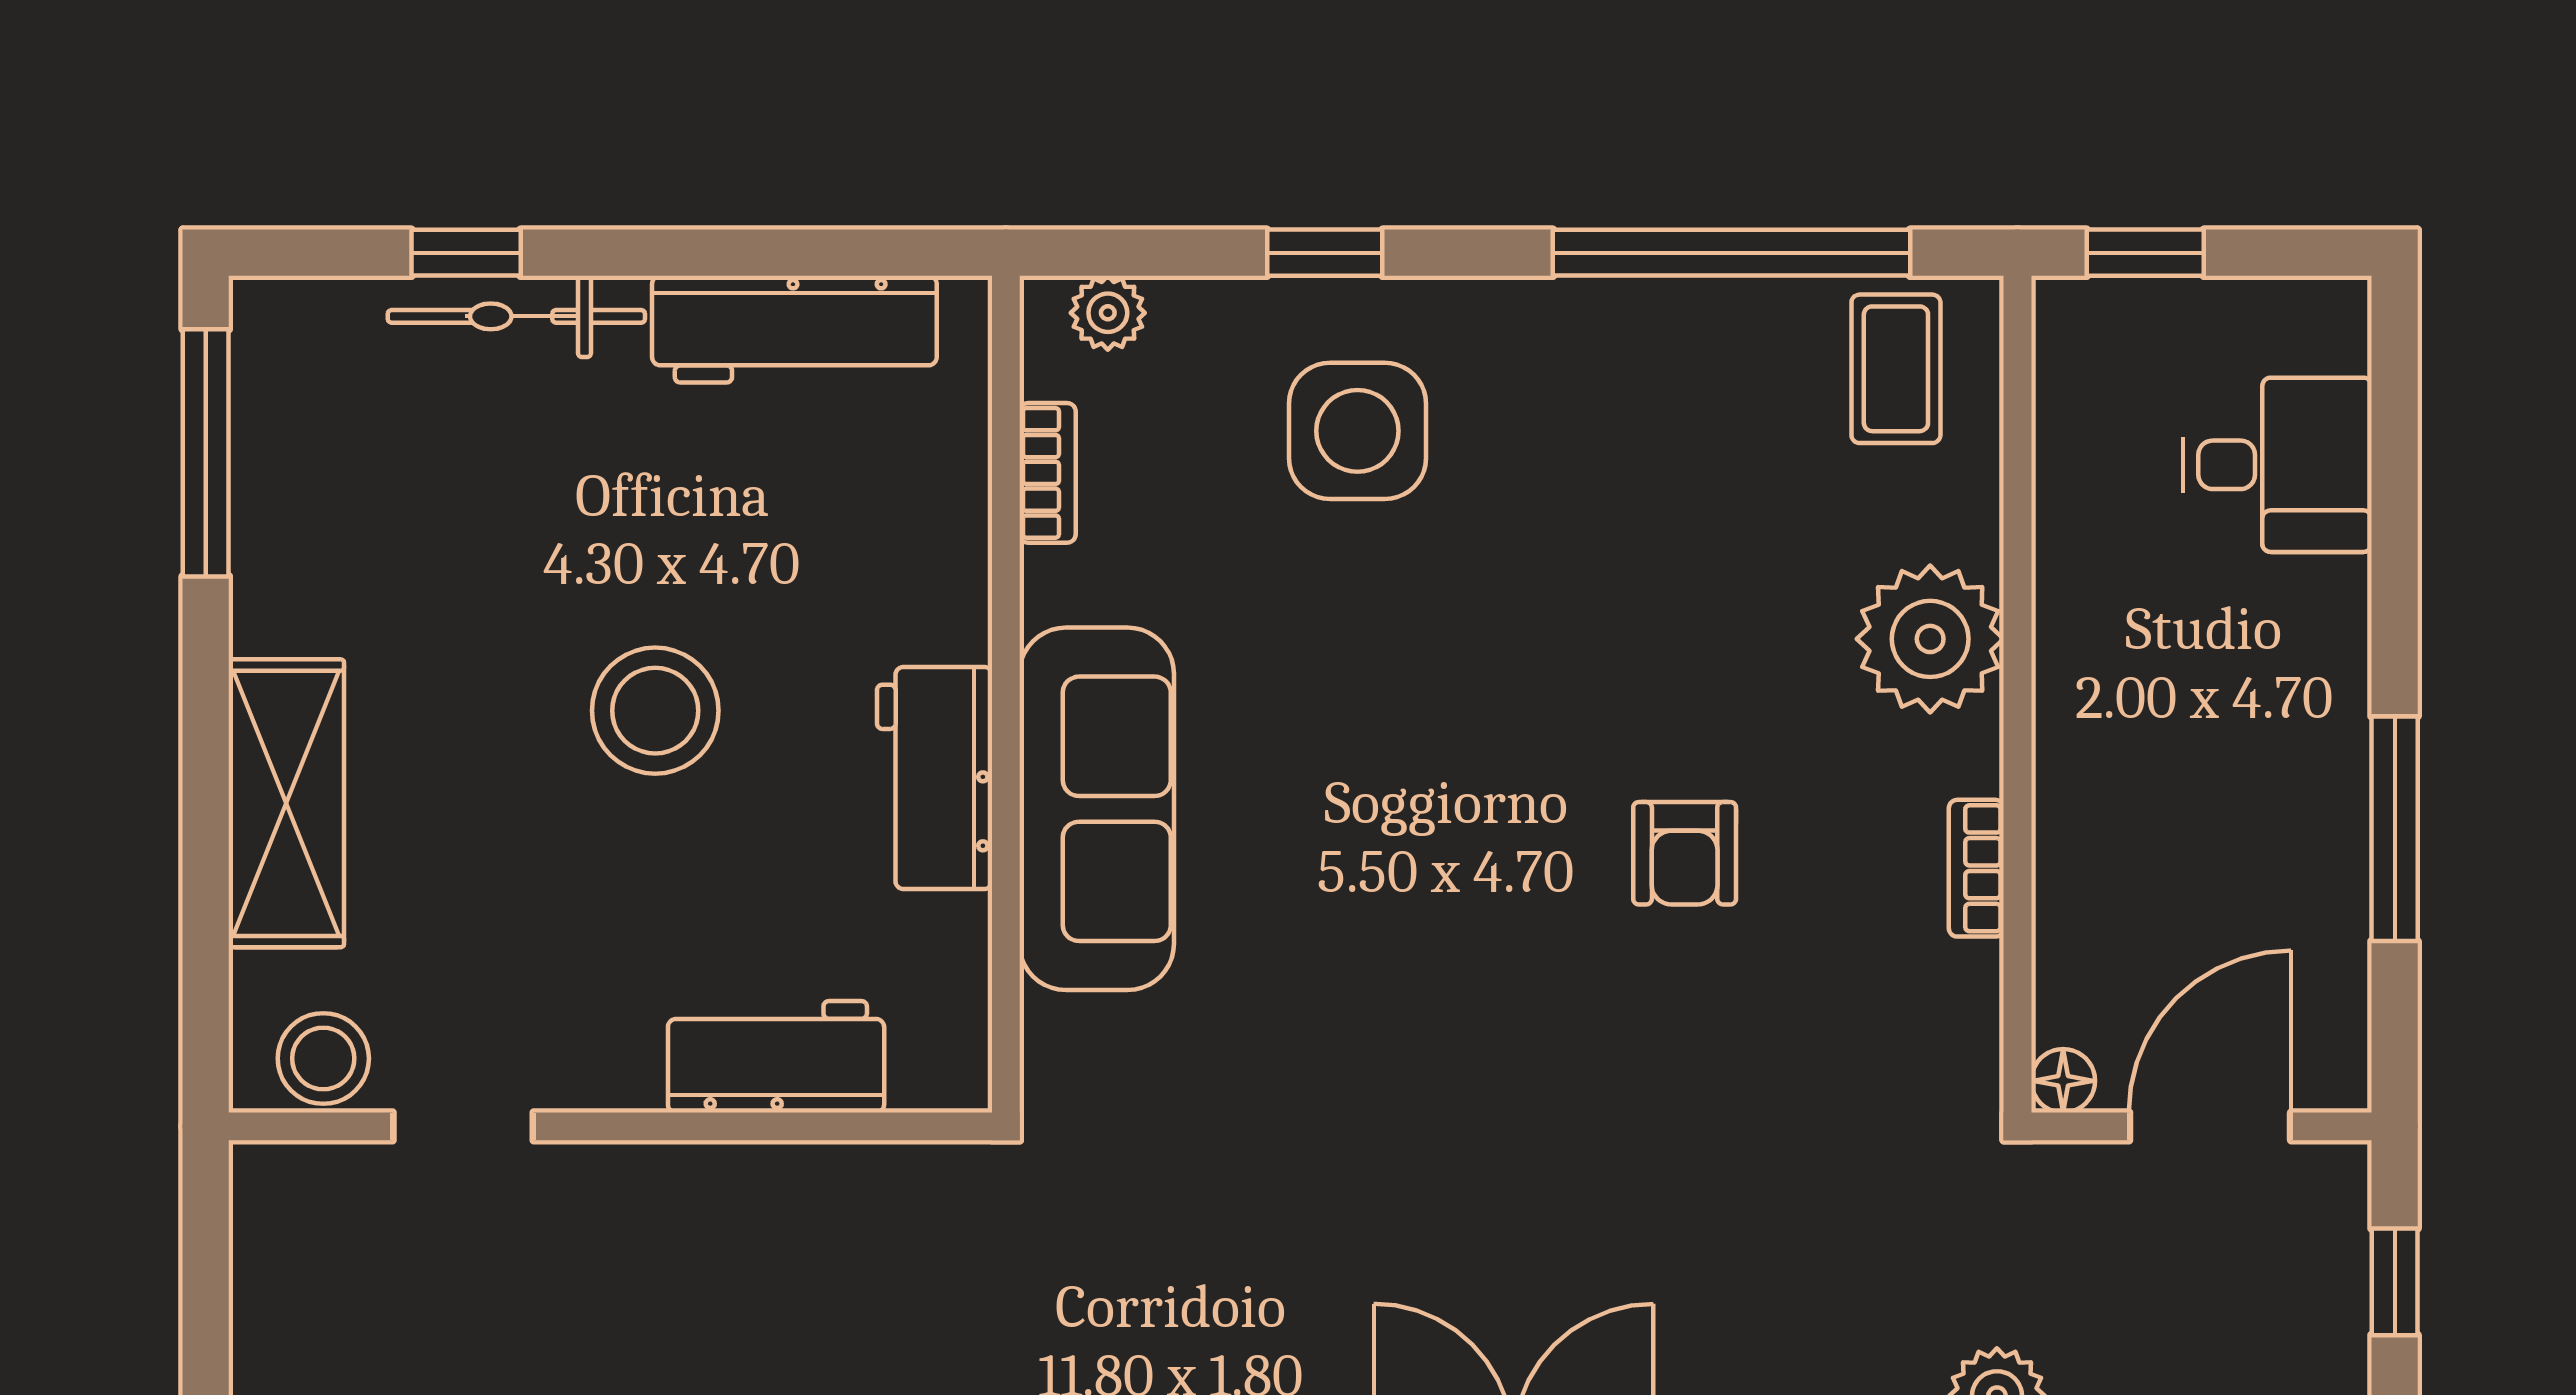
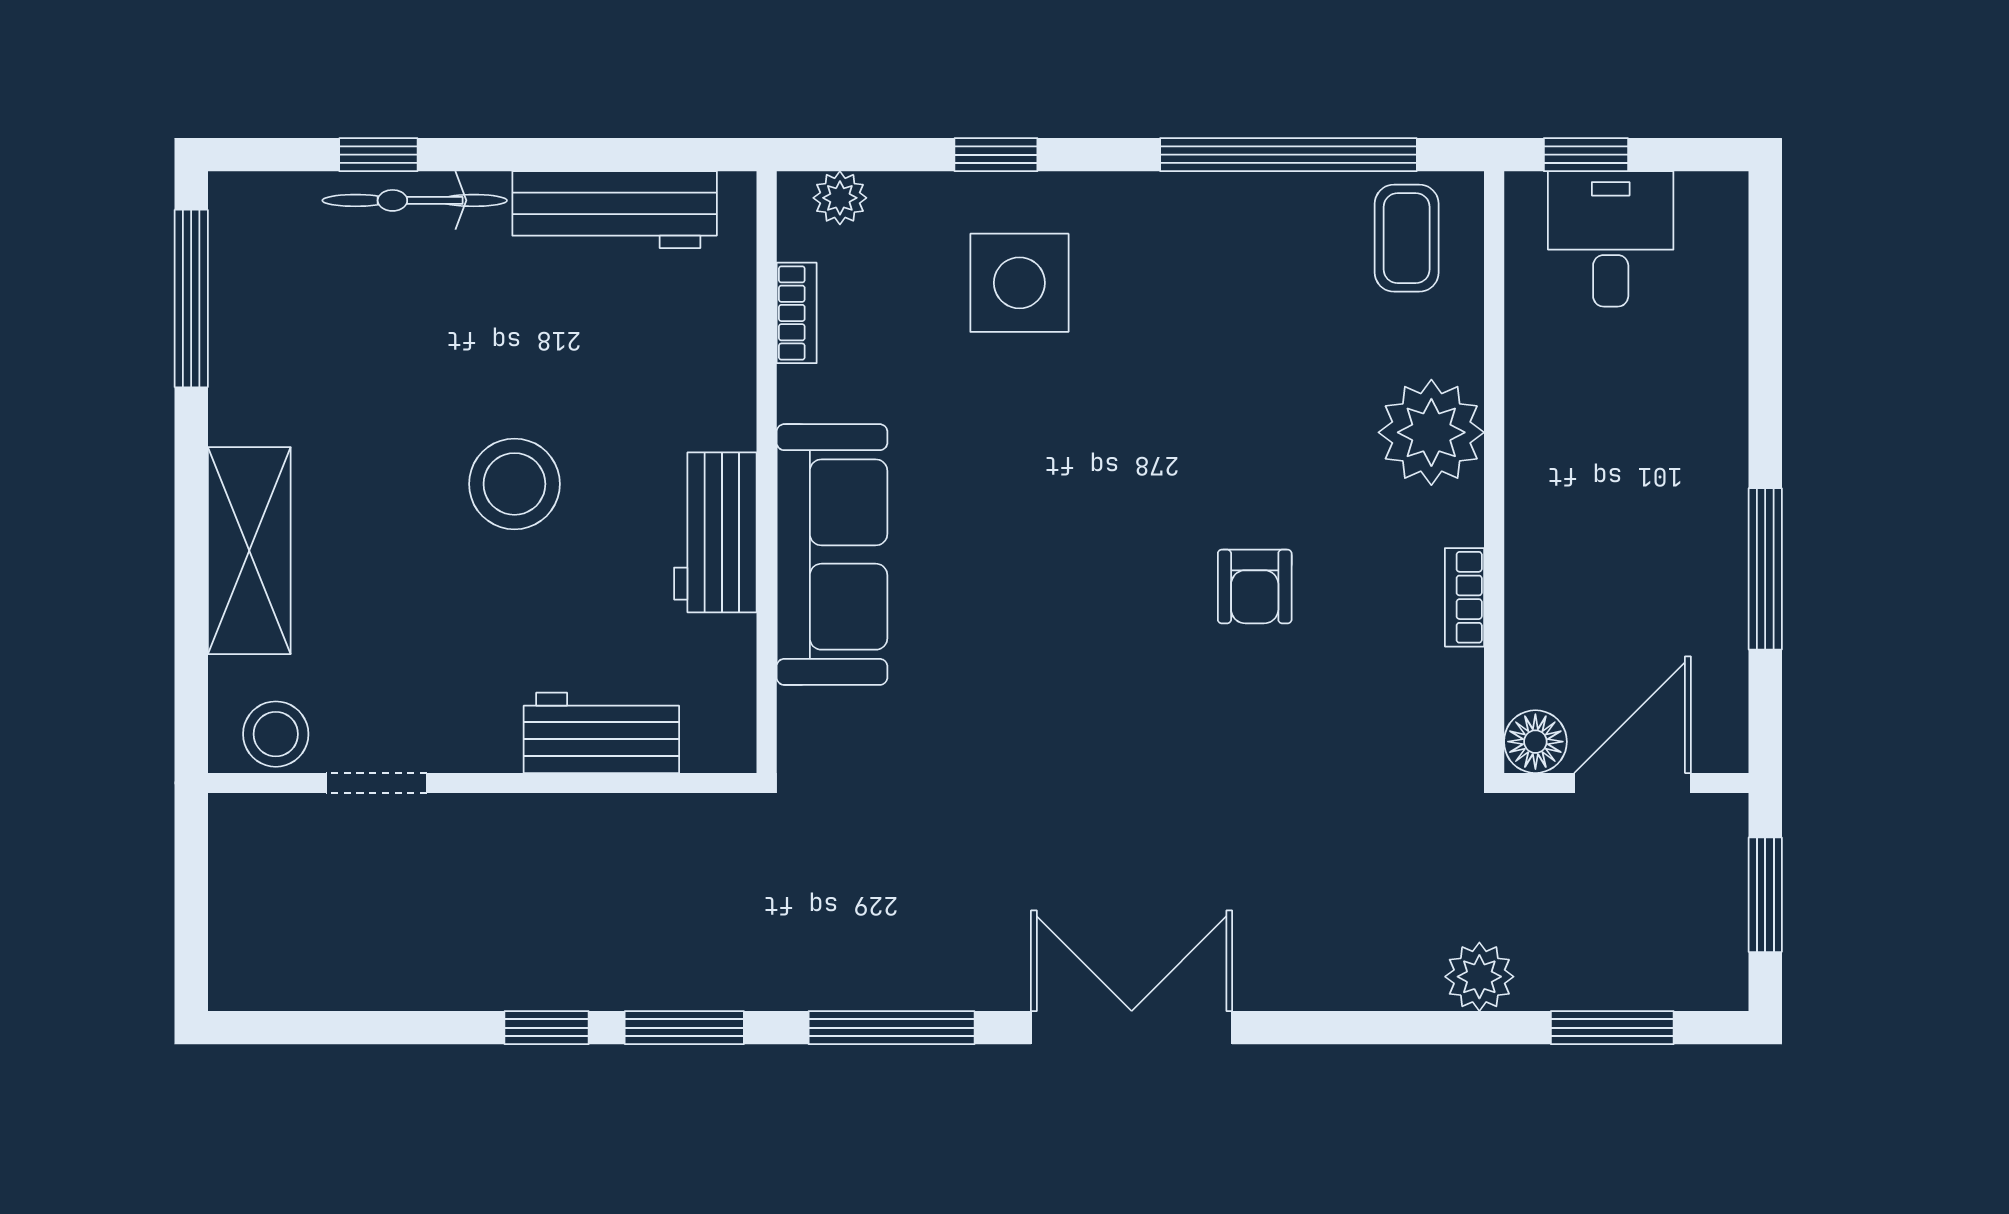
desk: (2278, 465) -> (1611, 239), moved, turned -90
floor lamp: (2063, 1081) -> (1535, 742), width x1.37, depth x1.37
window: (2395, 1282) -> (1765, 895), width x1.50

